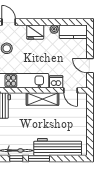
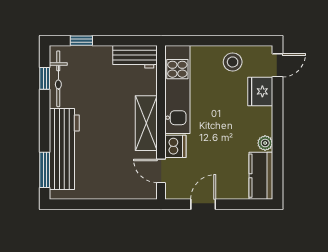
fridge: (35, 32) -> (260, 91), moved
door: (71, 90) -> (161, 171), hinge flipped
window: (39, 159) -> (45, 170), moved

